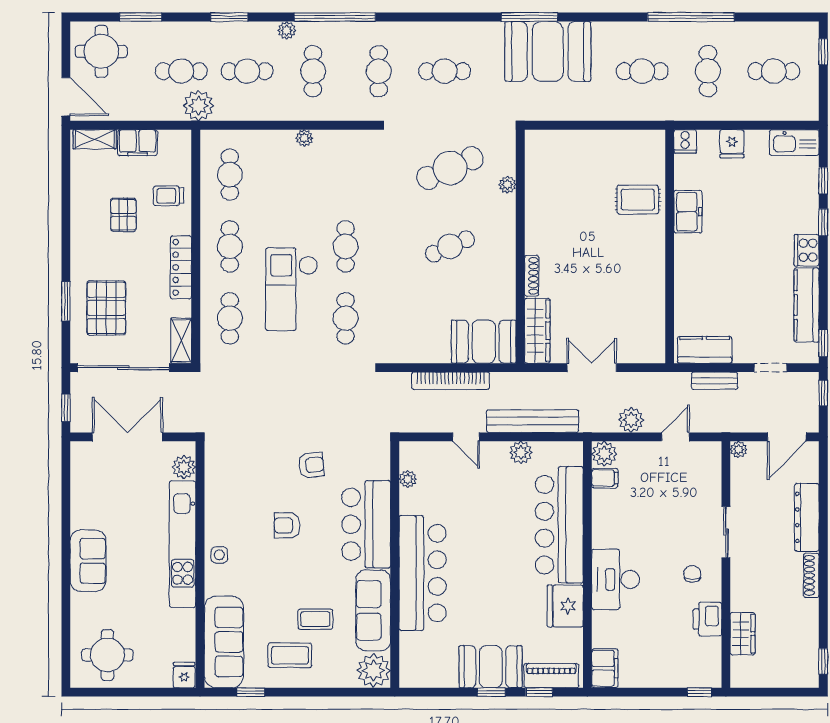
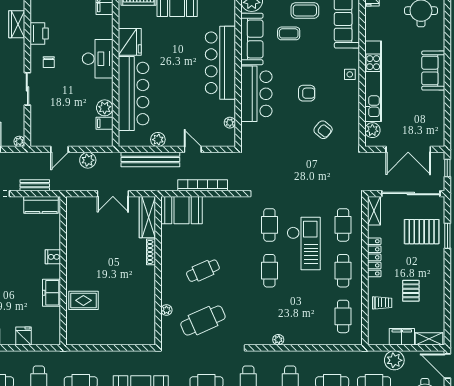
plant: (199, 106) -> (394, 360), moved
plant: (304, 138) -> (278, 340), moved
cooker: (685, 141) -> (53, 257), moved, turned -90
pallet: (106, 308) -> (422, 232), turned 90
plant: (604, 454) -> (105, 108), moved
armchair: (311, 465) -> (323, 130), moved, turned -134

